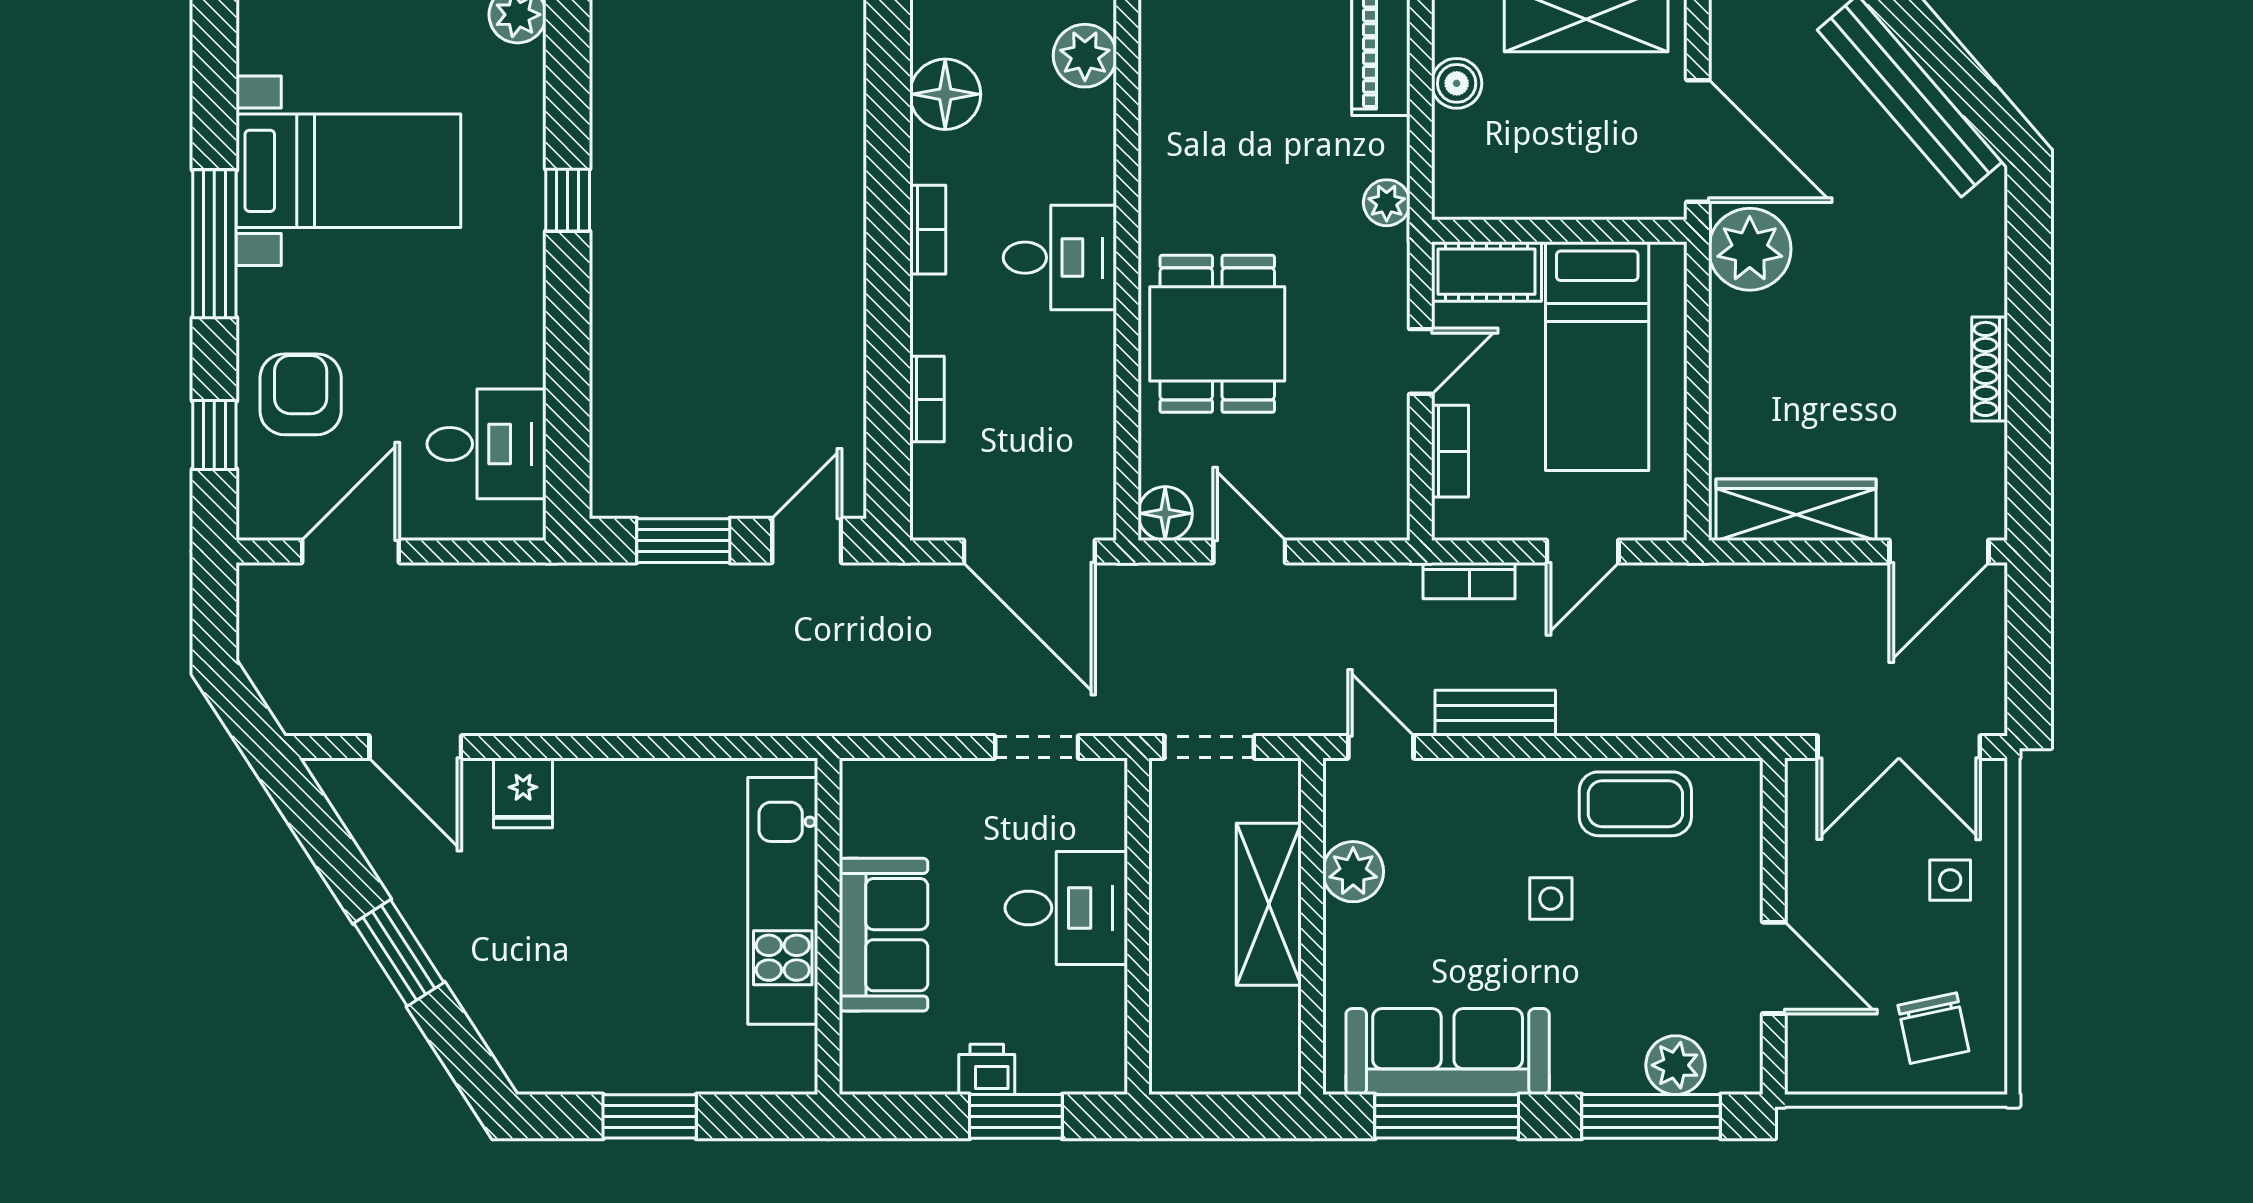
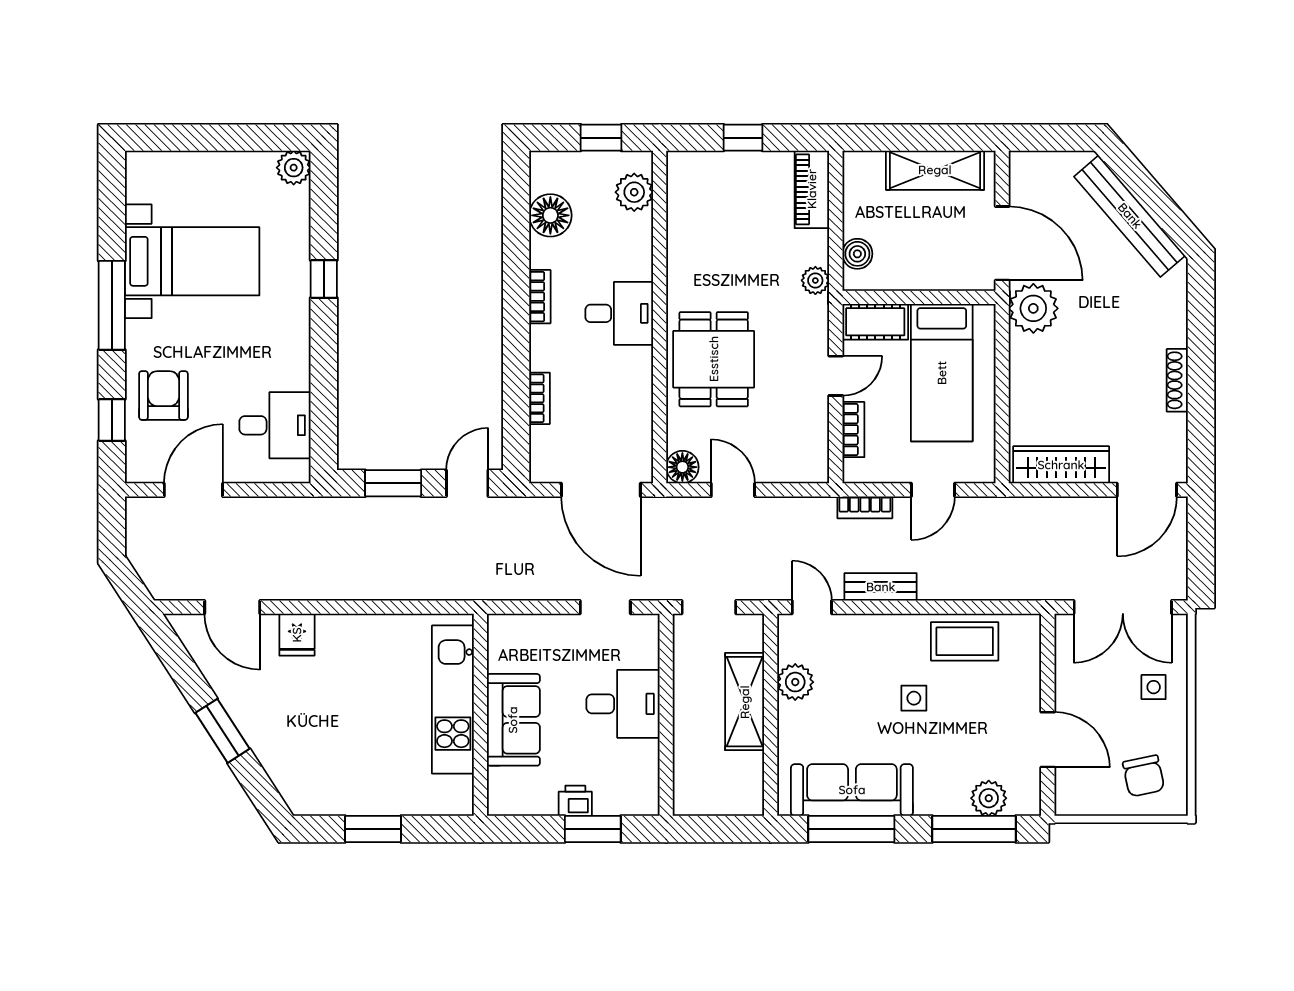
boiler: (1457, 83) -> (857, 254), moved

